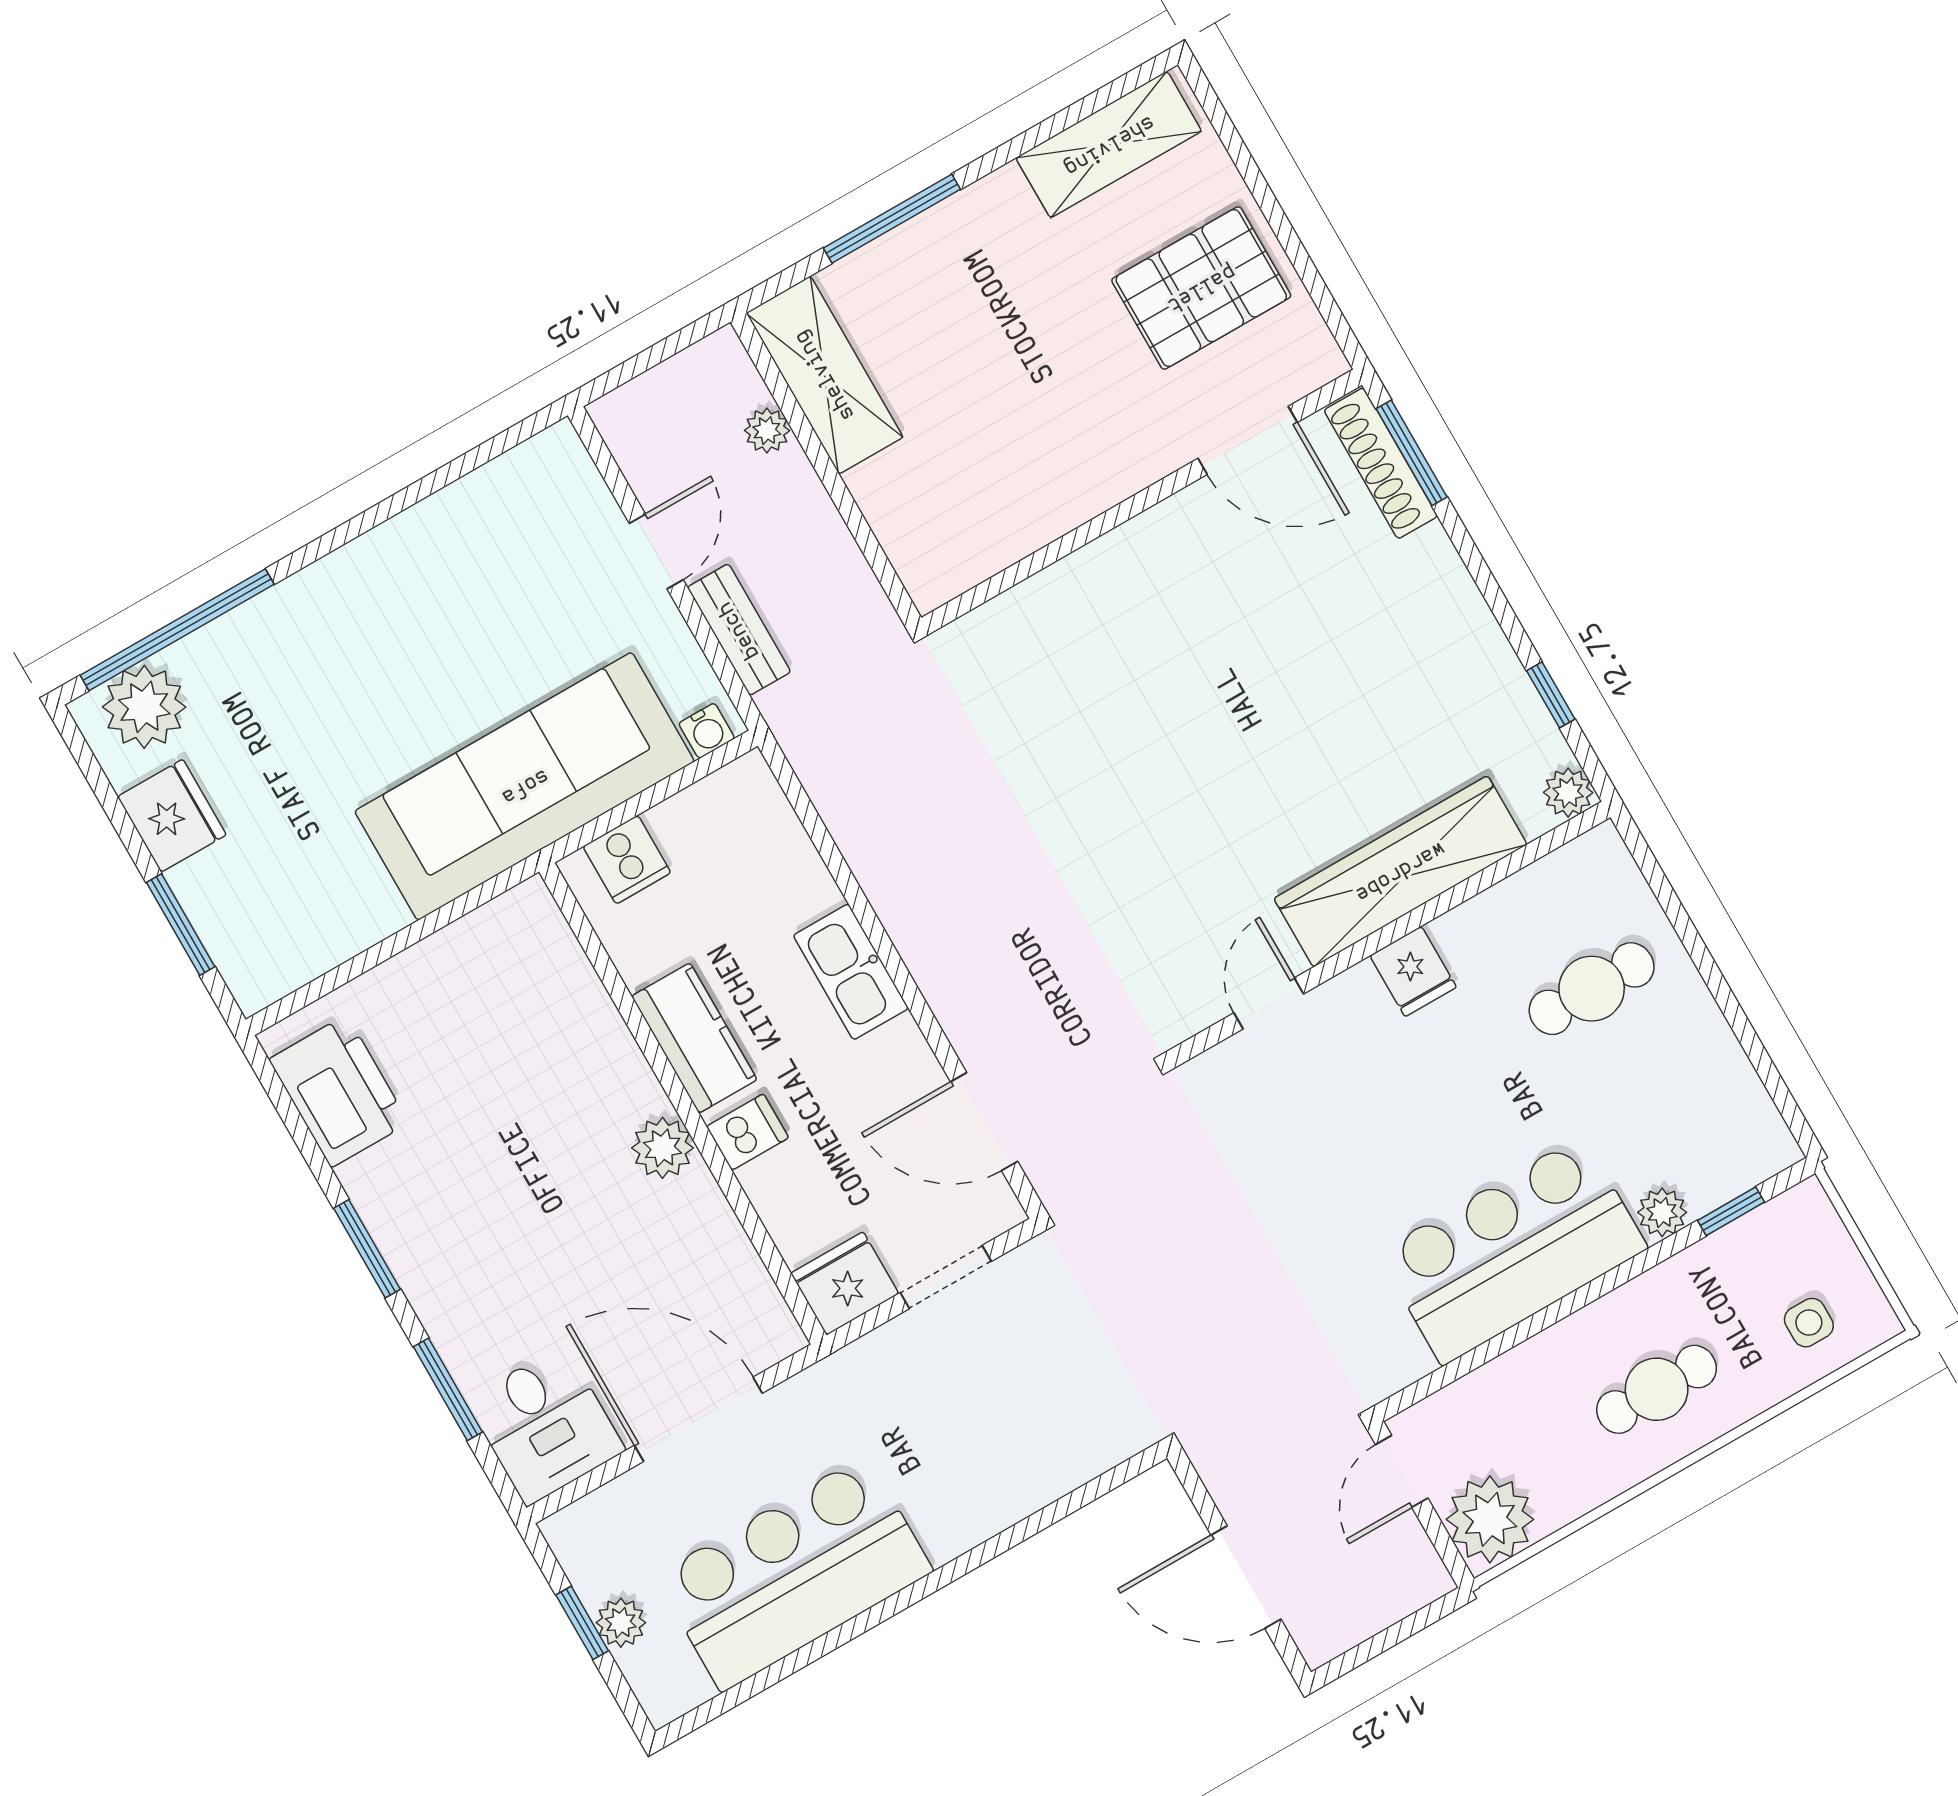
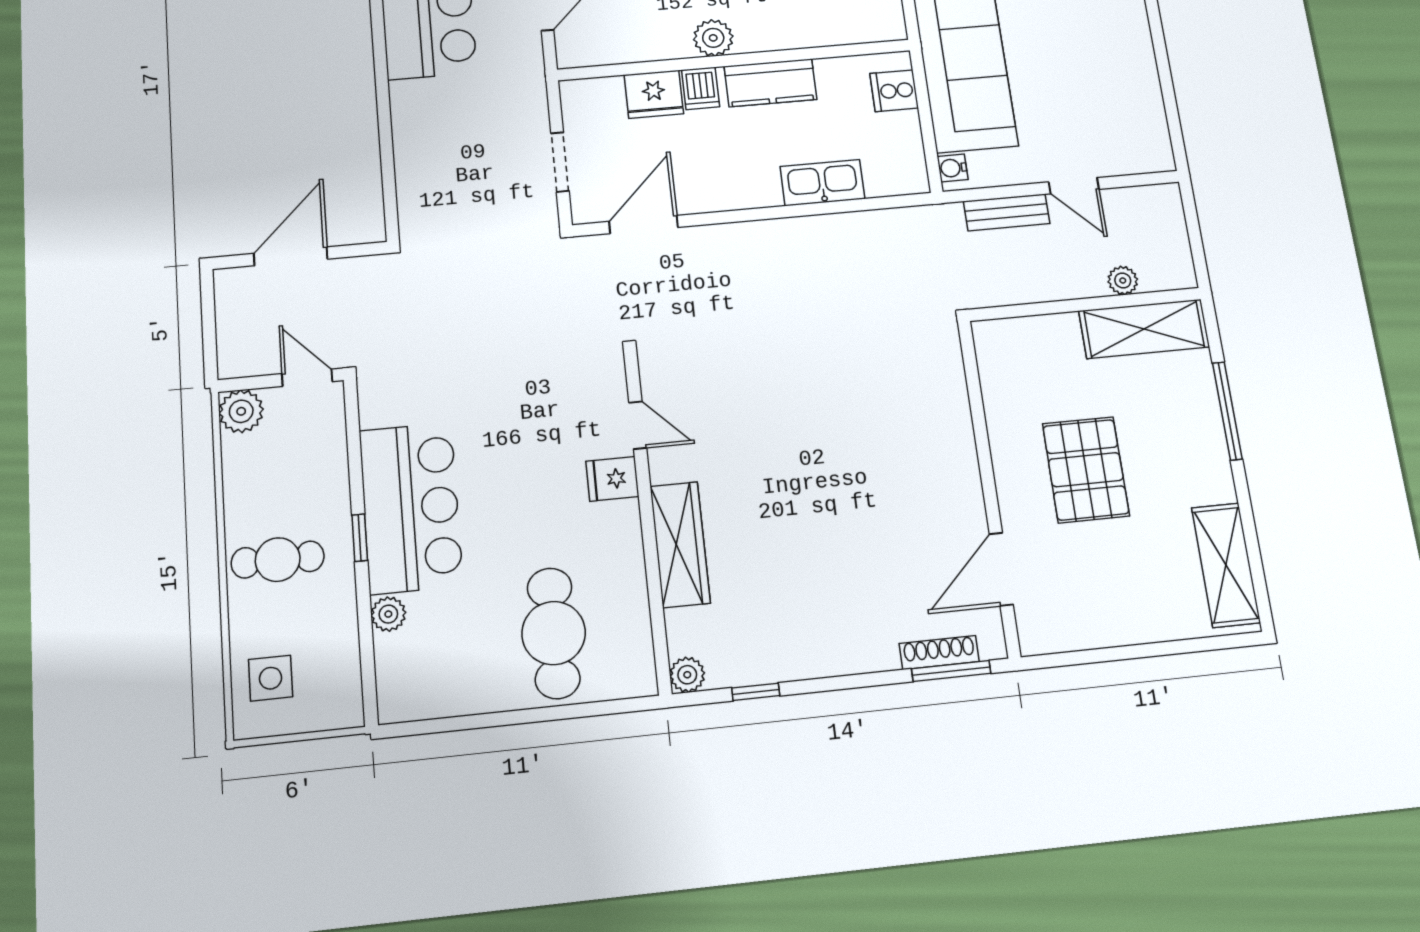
pallet: (1201, 288) -> (1086, 470), moved
shoe rack: (1381, 463) -> (939, 653), width x0.74, depth x0.81
wardrobe: (1400, 871) -> (680, 544), width x0.71, depth x0.85
fridge: (1413, 971) -> (612, 479), moved
kitchen sink: (851, 972) -> (822, 183), moved
cafe table: (1592, 989) -> (554, 633), width x1.37, depth x1.35
window: (1731, 1211) -> (360, 538), moved
fridge: (845, 1283) -> (654, 94), moved, turned 90
side table: (1809, 1323) -> (271, 678), width x1.37, depth x1.37
cafe table: (1657, 1389) -> (278, 560), turned 90
plant: (1490, 1519) -> (241, 411), width x0.73, depth x0.73

